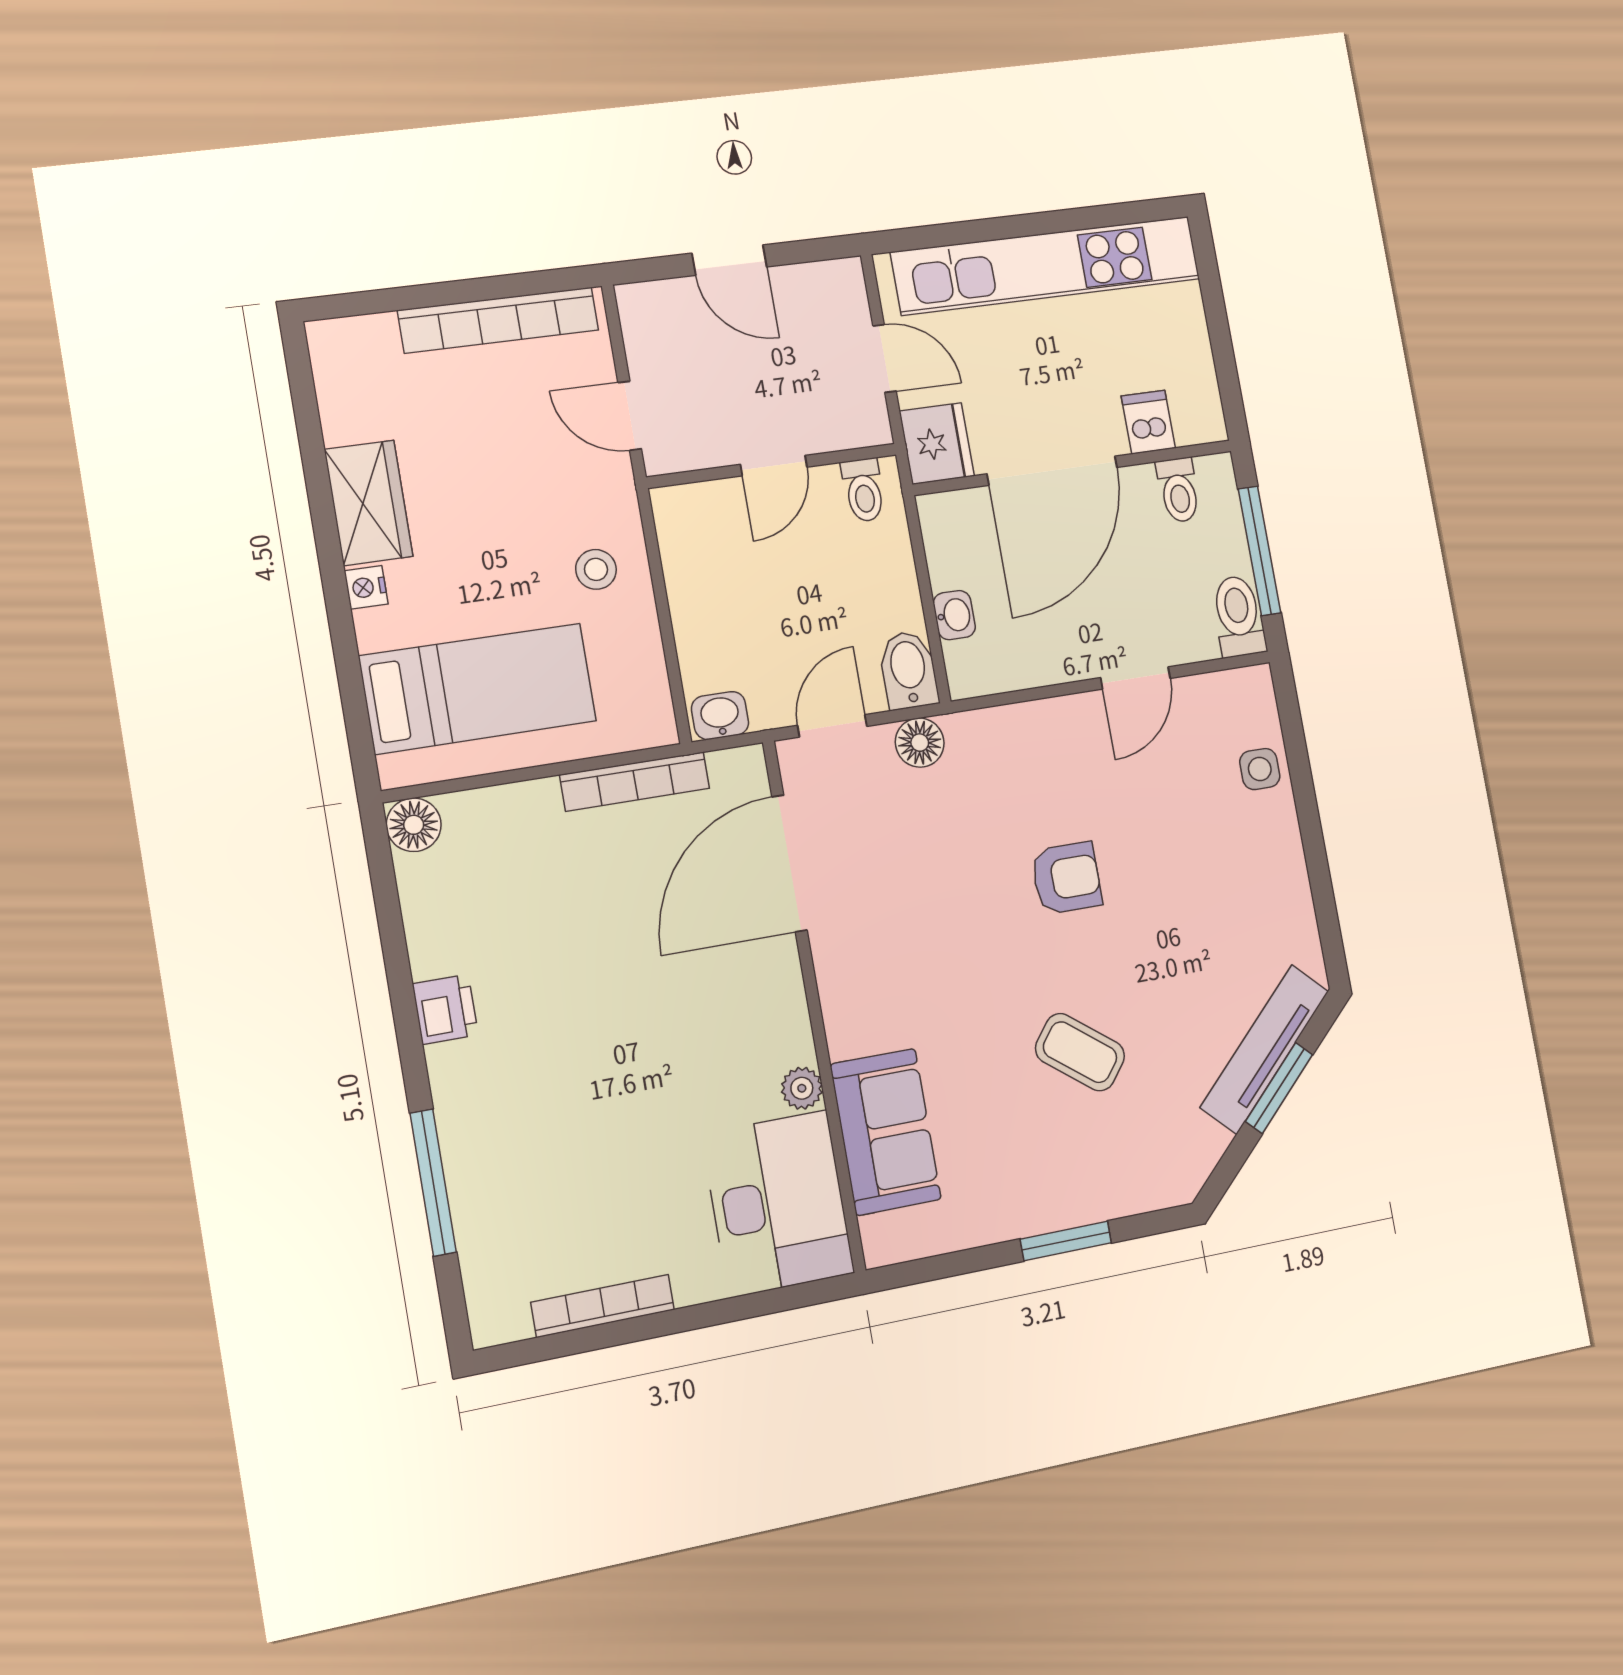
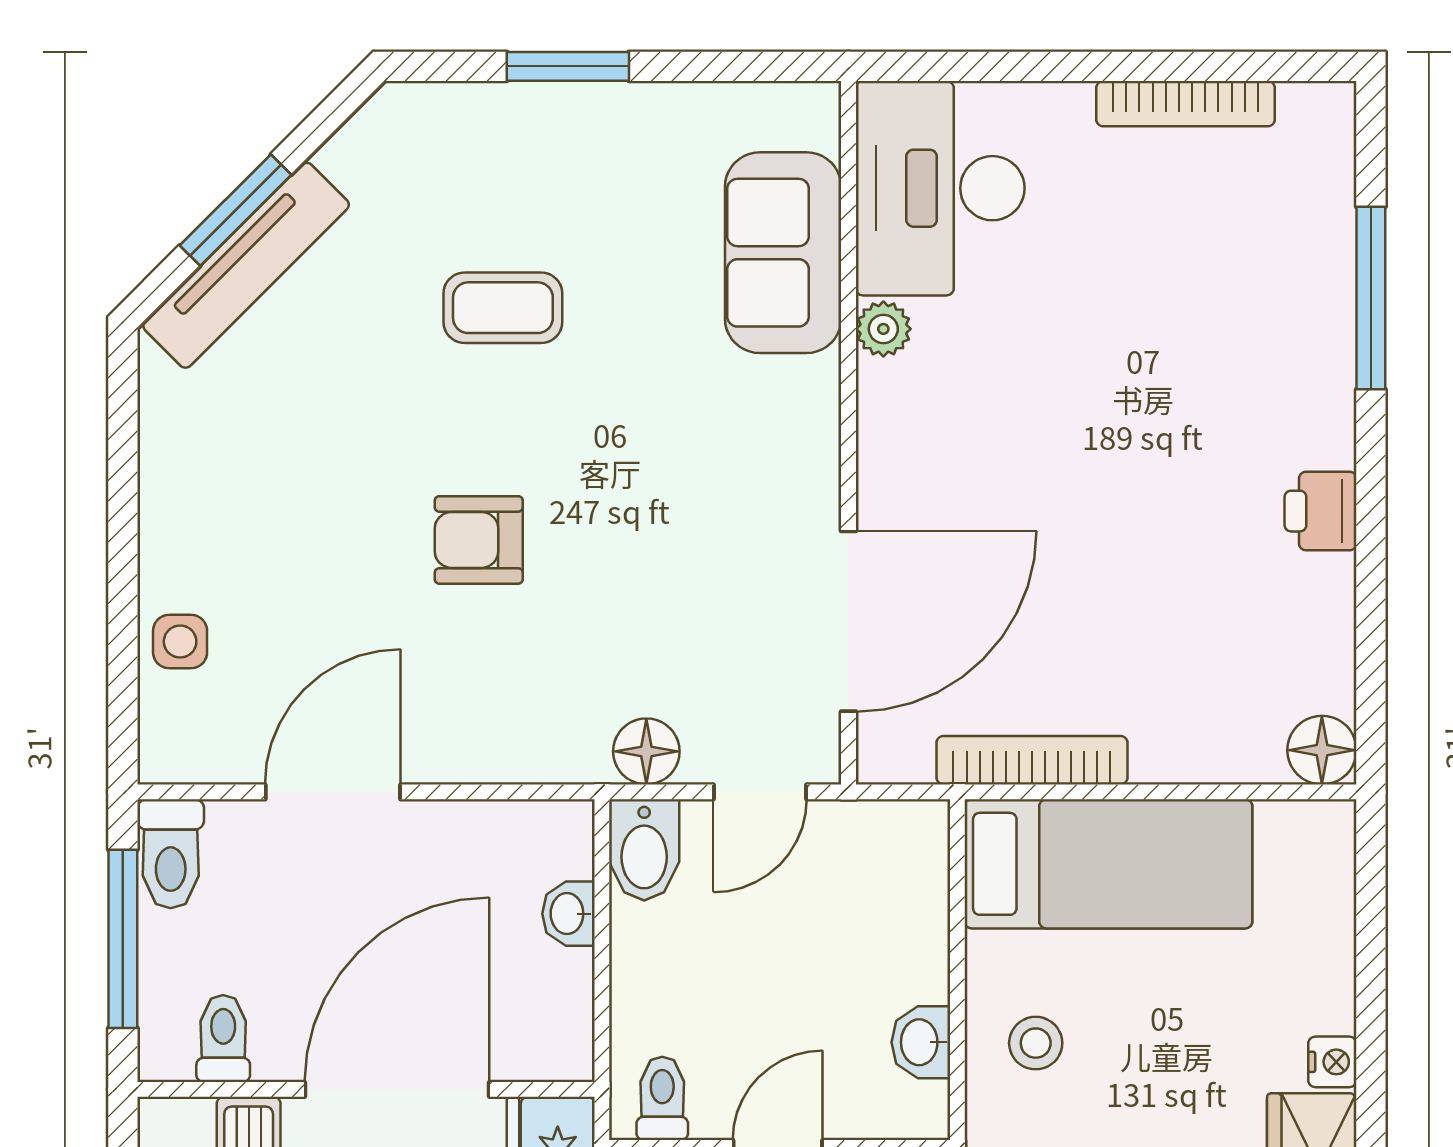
door: (1135, 678) -> (333, 792), width x1.38
bed: (478, 689) -> (1108, 864), moved, turned 180
washbasin: (720, 716) -> (921, 1042), moved, turned 90
coffee table: (1080, 1052) -> (503, 308), turned -38

